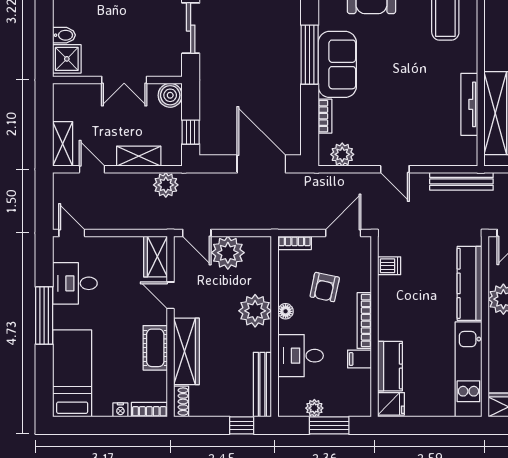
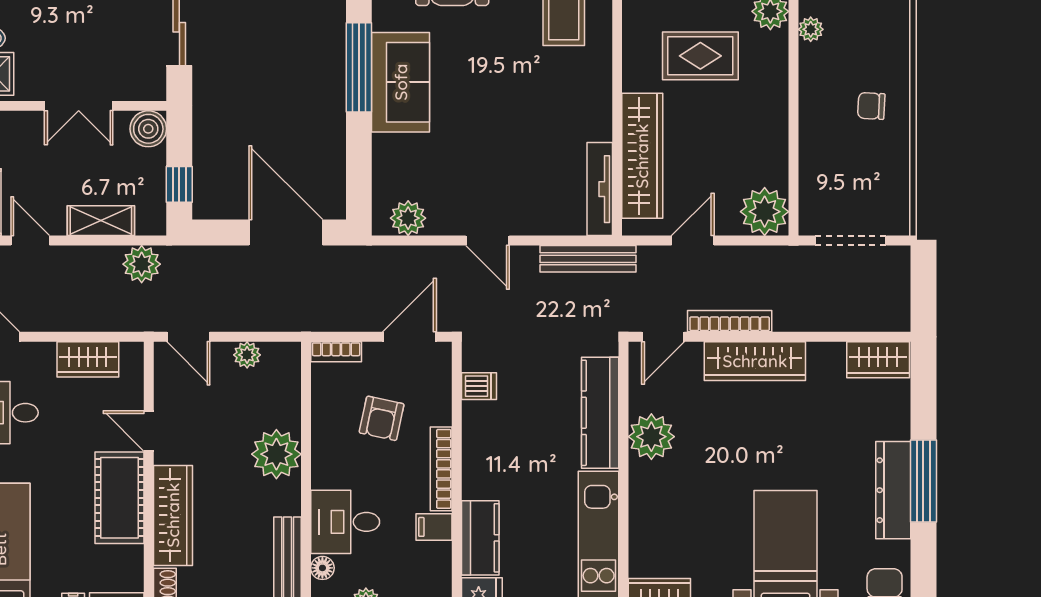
tv unit: (469, 104) -> (600, 189), moved
bookcase: (325, 116) -> (382, 160), removed
plant: (228, 253) -> (247, 355), width x0.53, depth x0.53
wardrobe: (156, 257) -> (88, 359), moved, turned -90
floor lamp: (286, 311) -> (322, 568), moved
cot: (155, 348) -> (120, 498), width x1.37, depth x1.34

